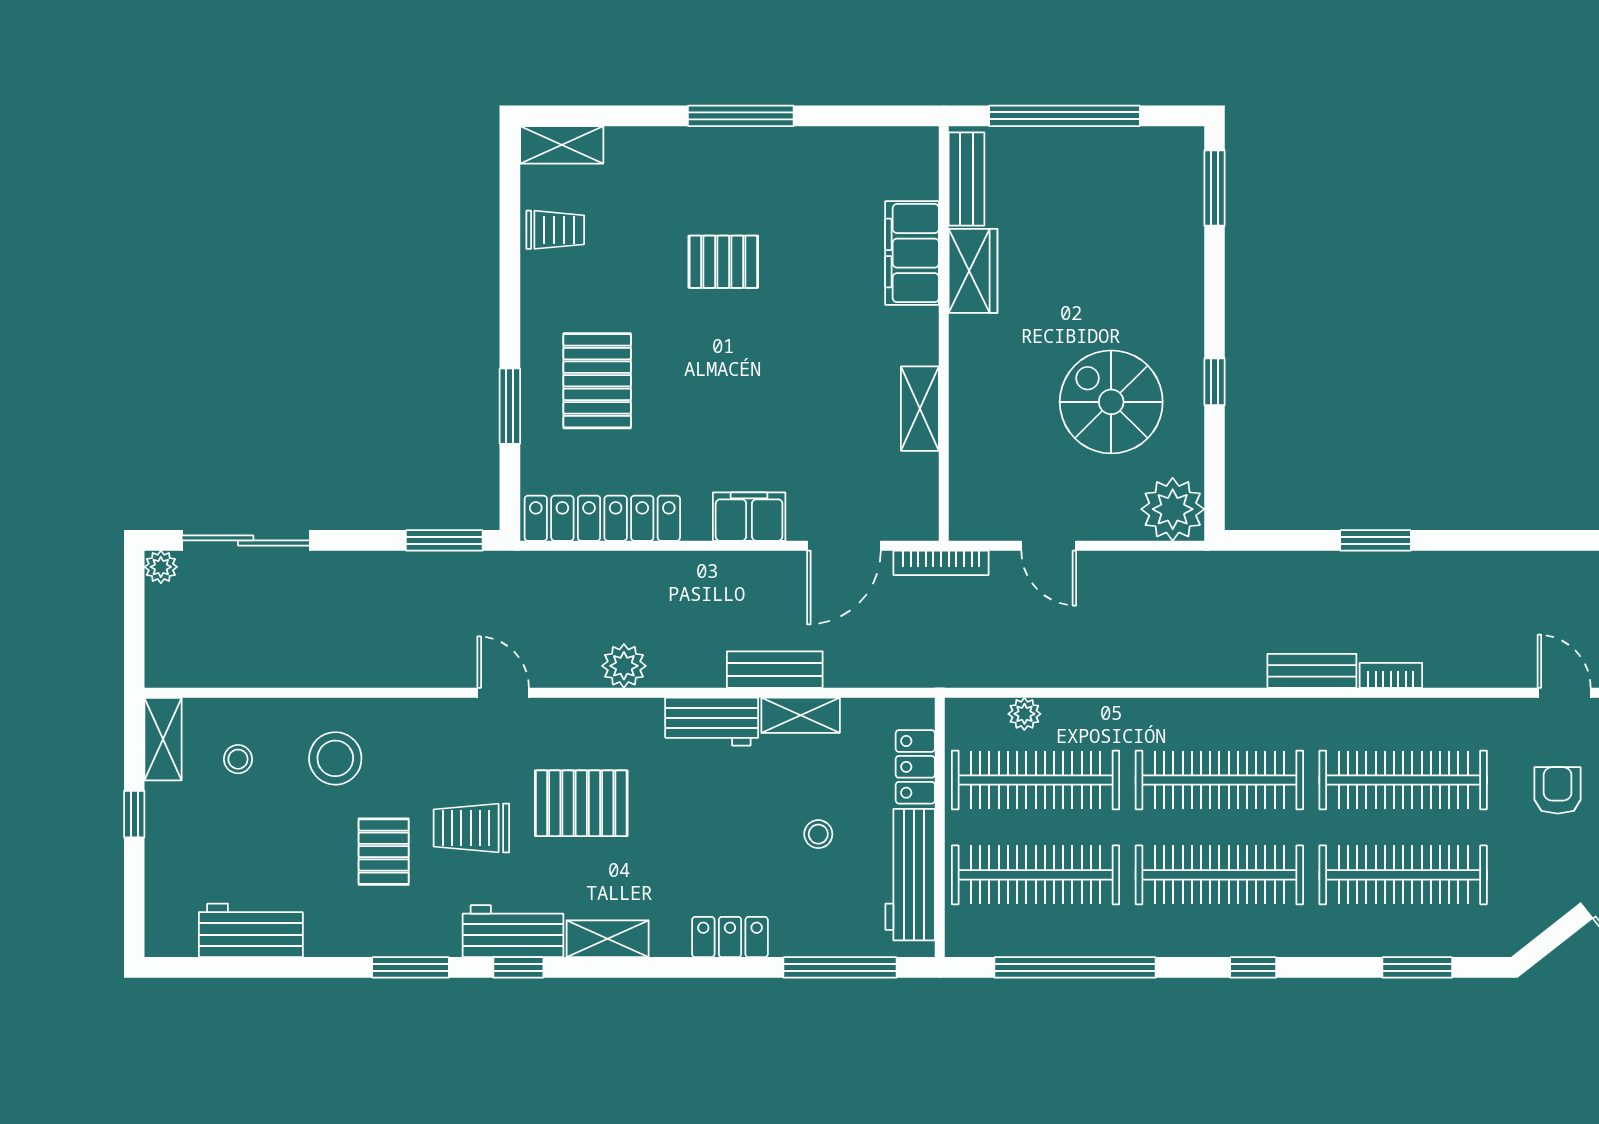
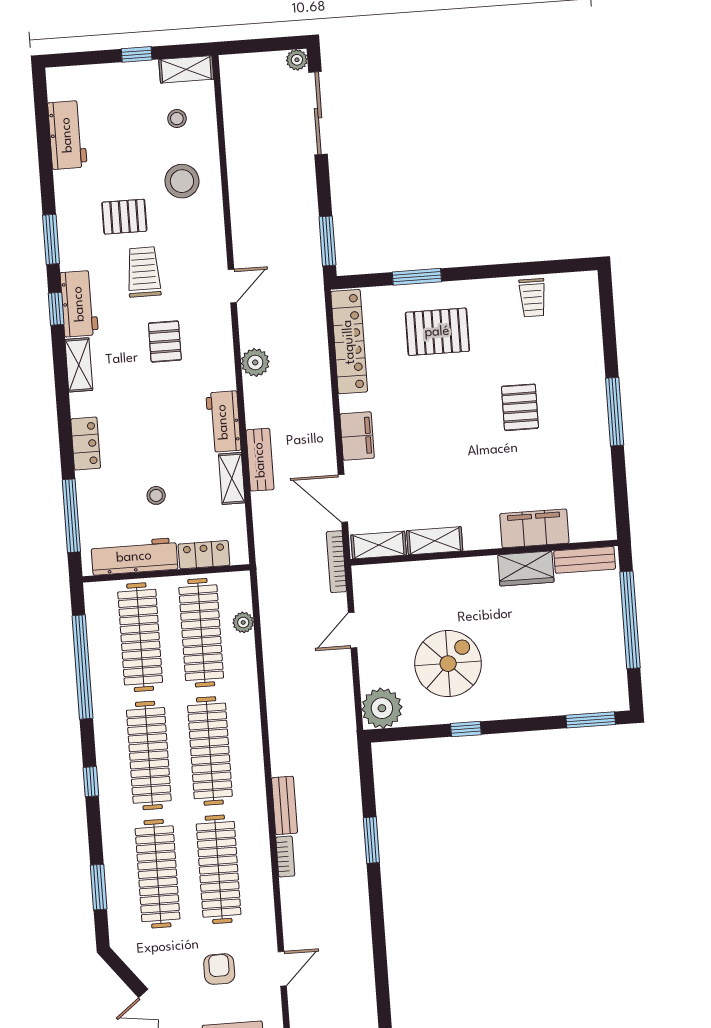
shelving: (562, 145) -> (379, 545), moved, turned 90
armchair: (1558, 790) -> (219, 969), turned -90
pallet: (581, 803) -> (165, 341), width x0.67, depth x0.71

